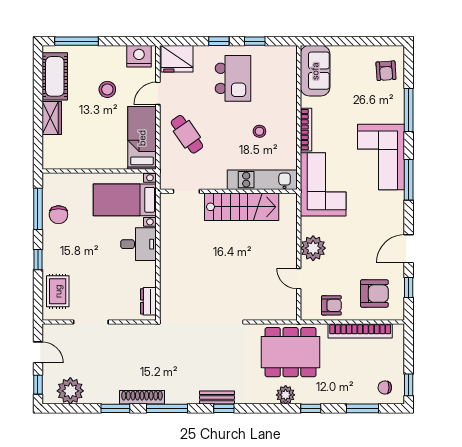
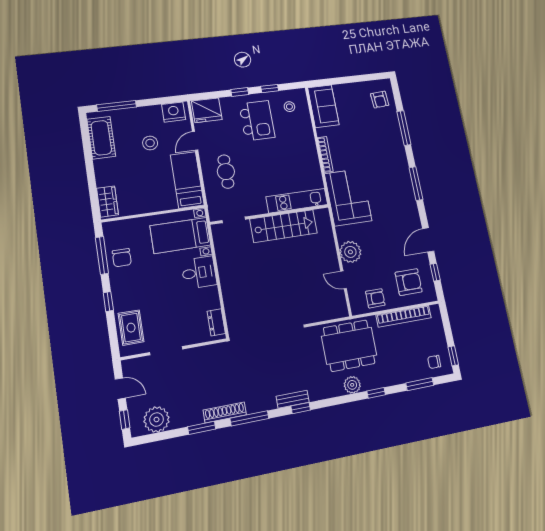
wardrobe: (52, 118) -> (108, 201), moved
stool: (259, 131) -> (289, 107), moved
cafe table: (187, 134) -> (226, 172), turned 35
corner sofa: (381, 157) -> (390, 168), removed

